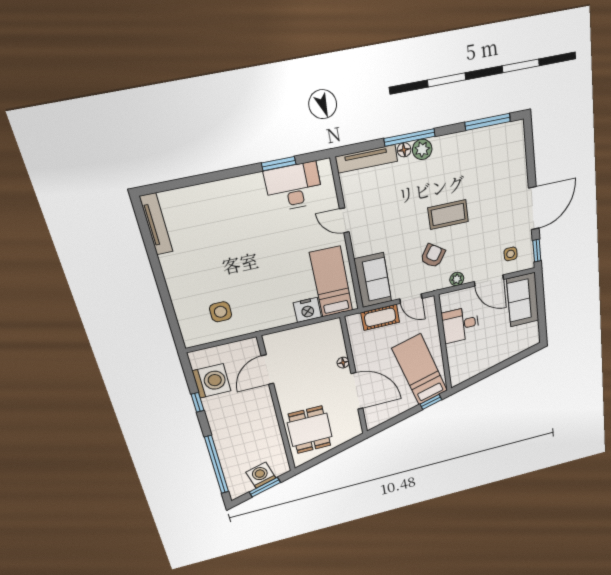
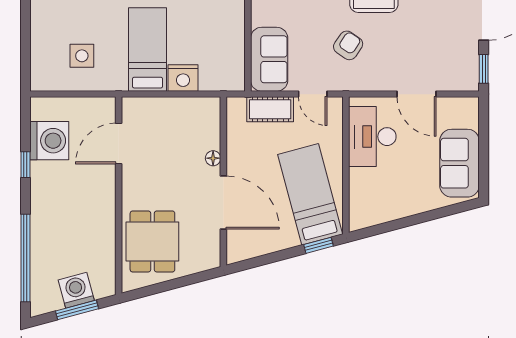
side table: (511, 254) -> (448, 65), removed
plant: (457, 279) -> (375, 82), removed
bed: (331, 282) -> (148, 50), moved
sofa: (523, 300) -> (460, 163), moved
desk: (460, 325) -> (372, 137), width x1.37

